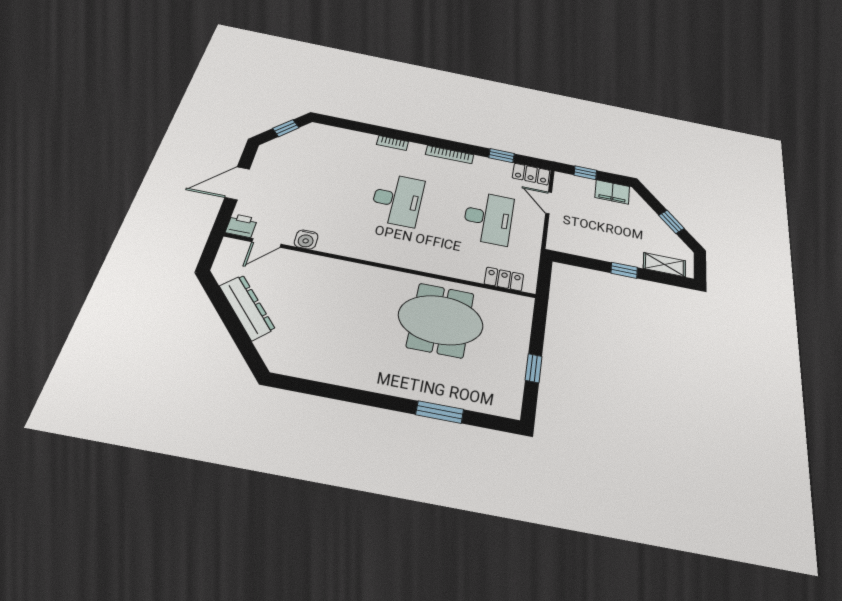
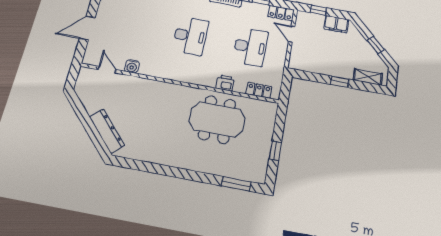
printer: (241, 226) -> (225, 83), moved
door: (266, 243) -> (107, 70), swing flipped
dresser: (247, 307) -> (107, 131), moved
window: (440, 412) -> (236, 184), moved

